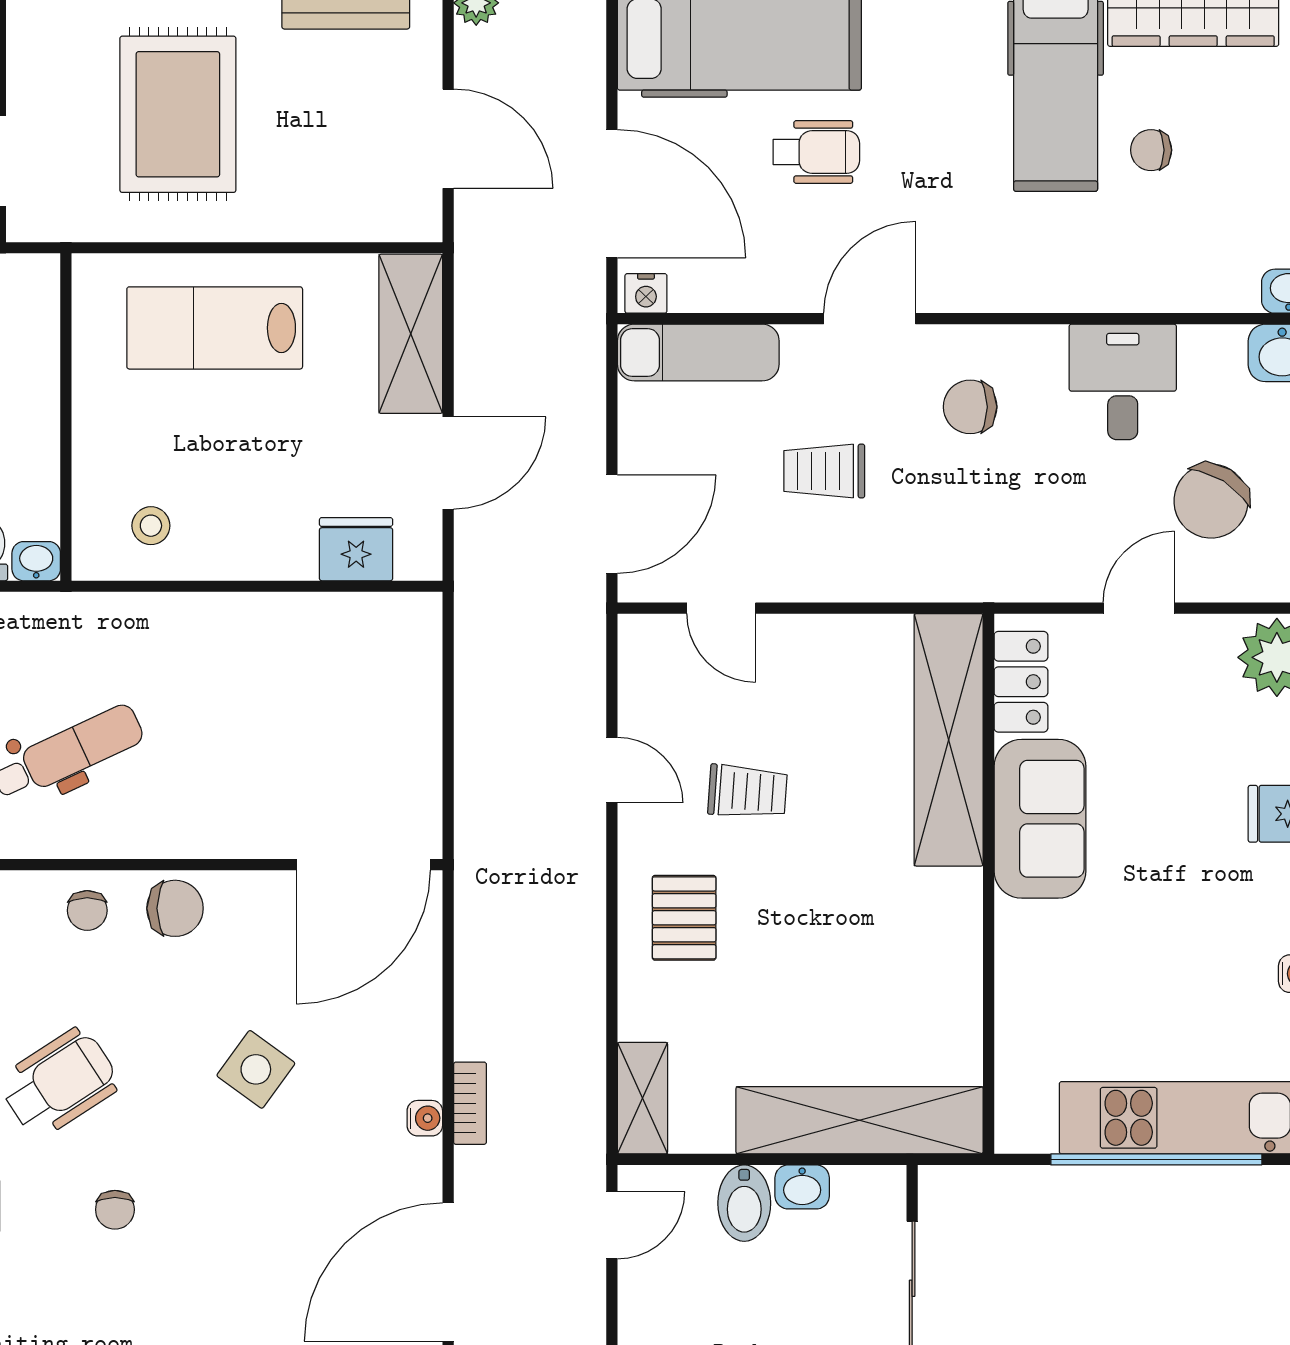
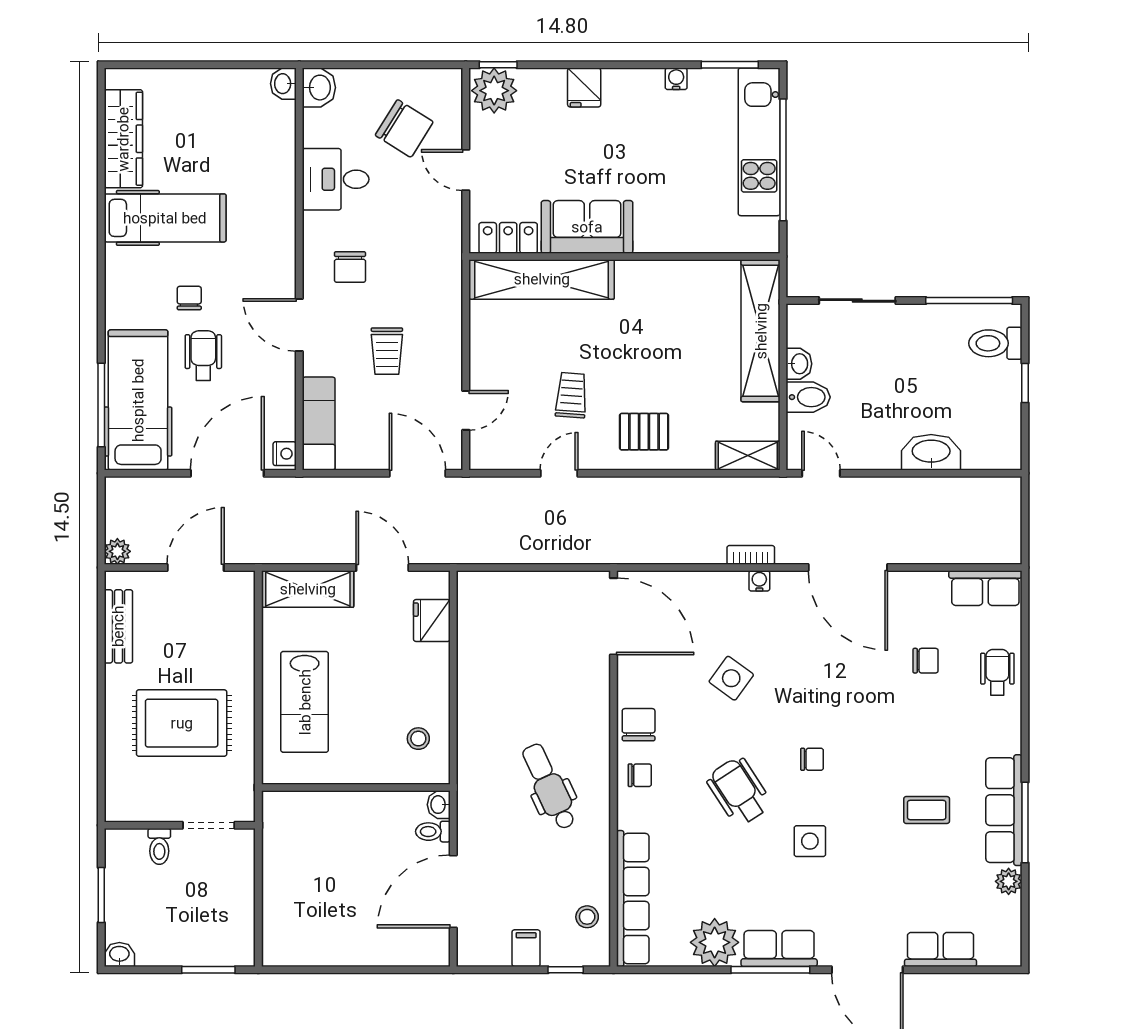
chair: (1151, 150) -> (189, 298), moved, turned 180

